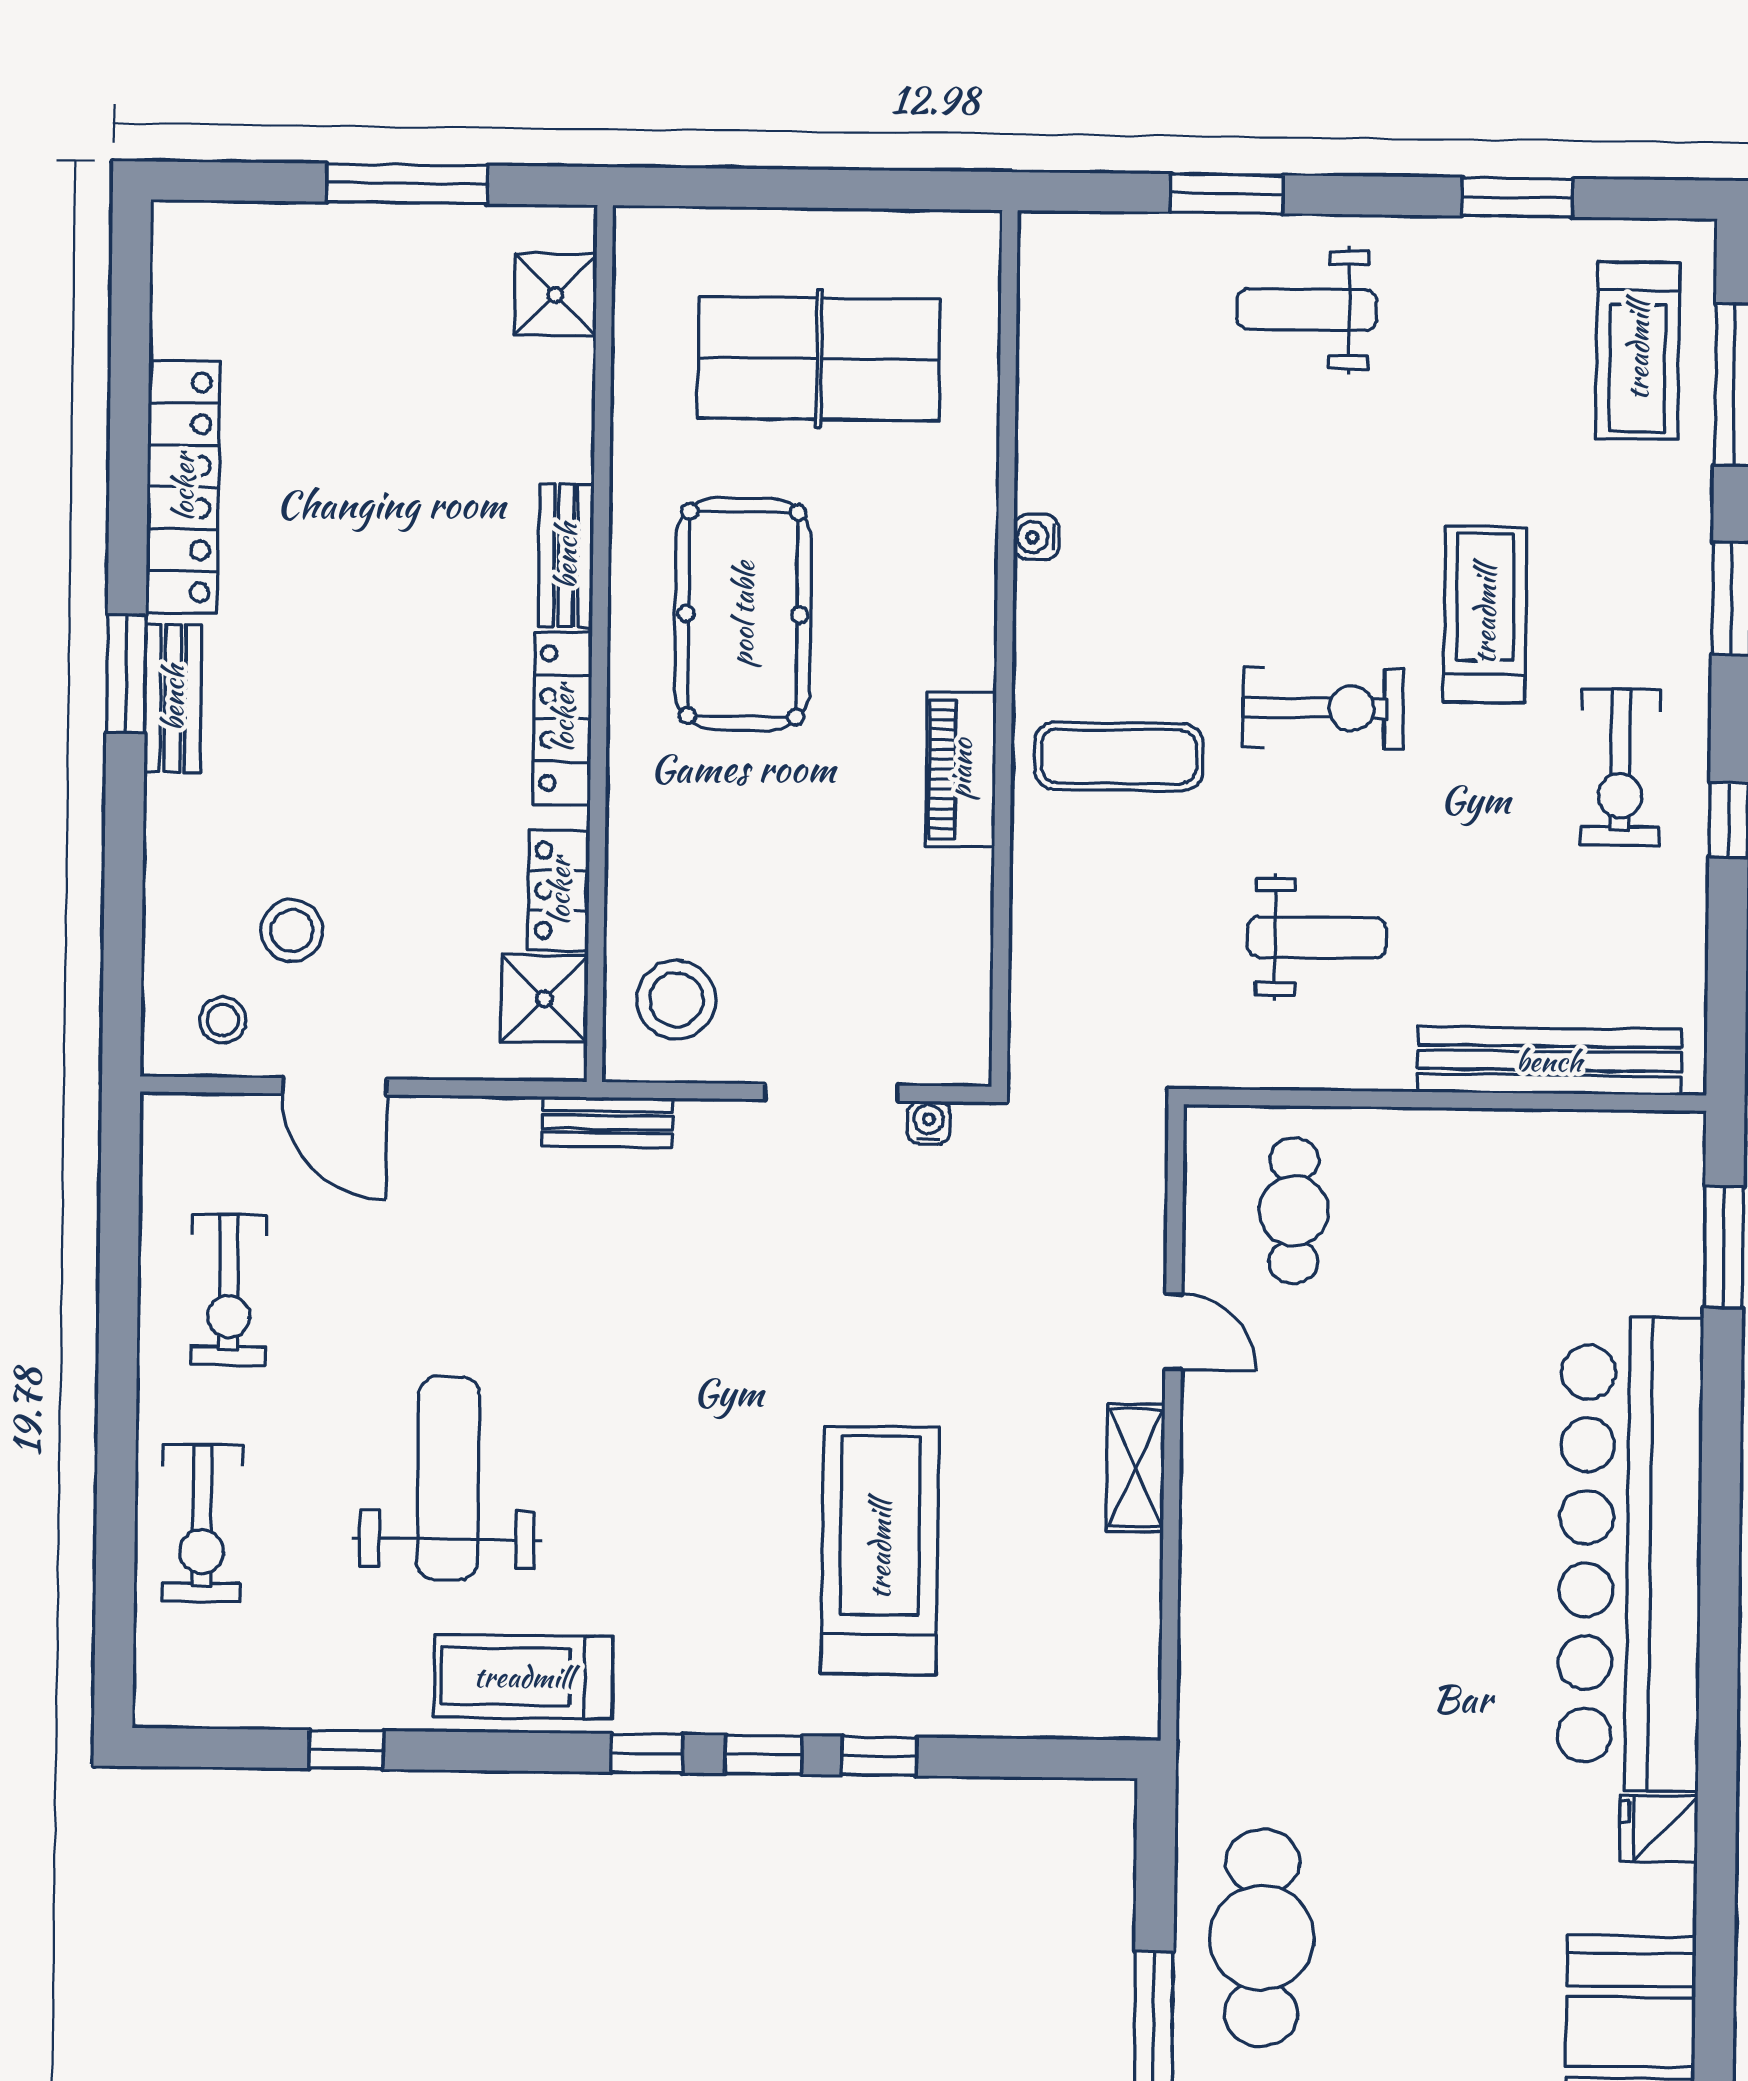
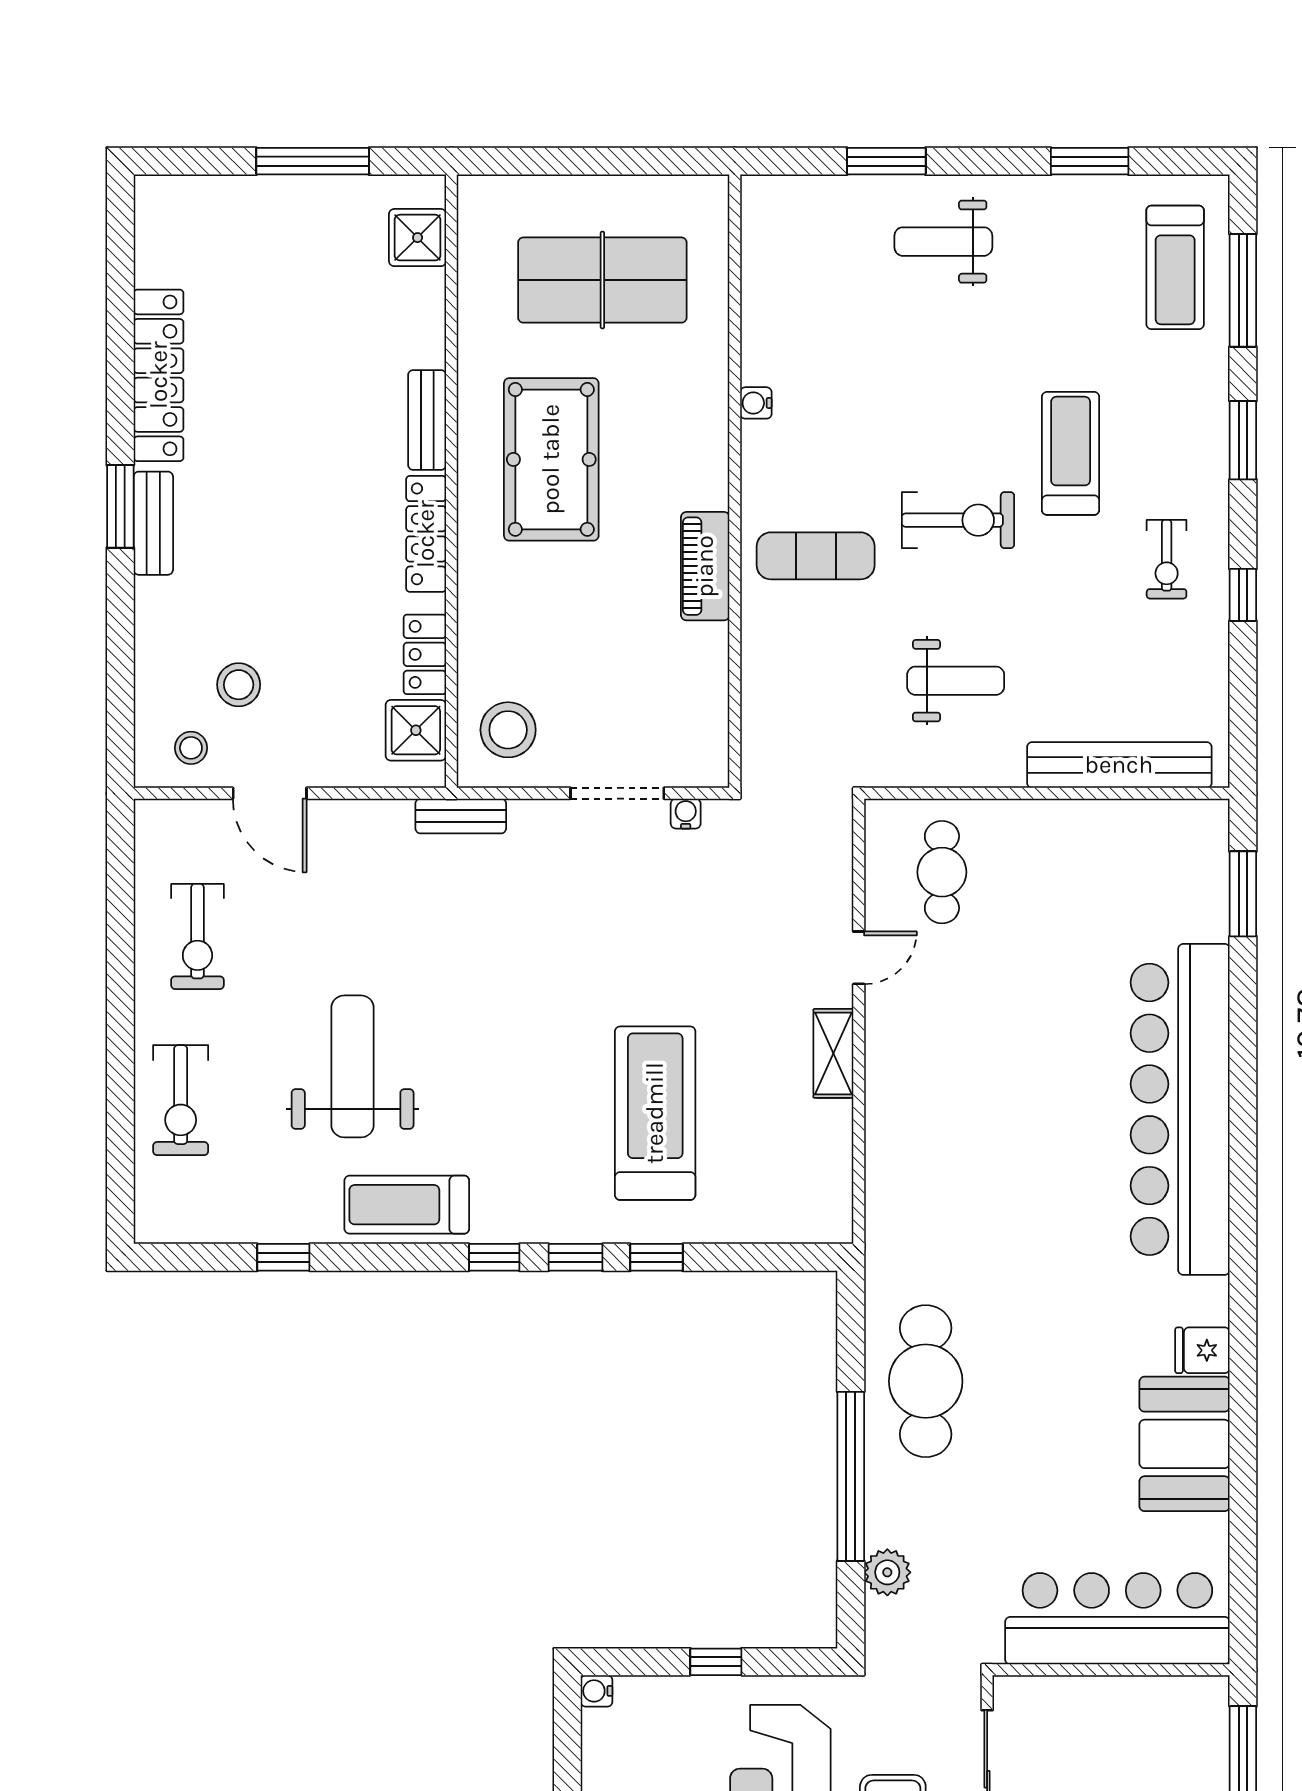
exercise bike: (1620, 767) -> (1167, 559), width x0.73, depth x0.72
door: (1173, 1332) -> (859, 958), hinge flipped
fridge: (1659, 1829) -> (1202, 1350), moved

